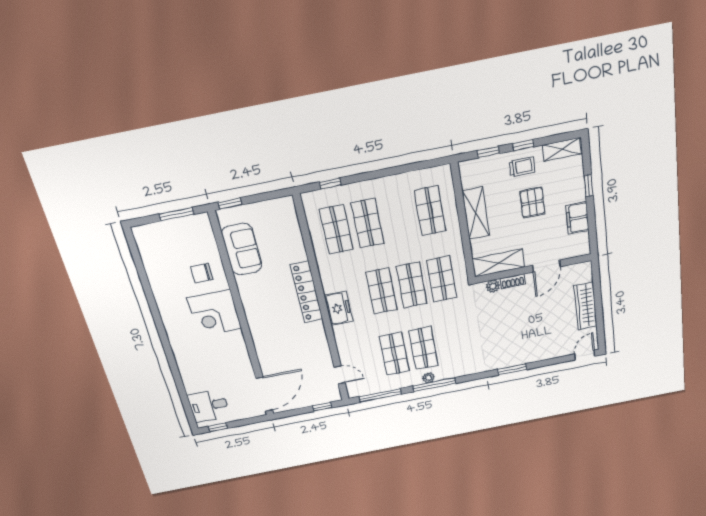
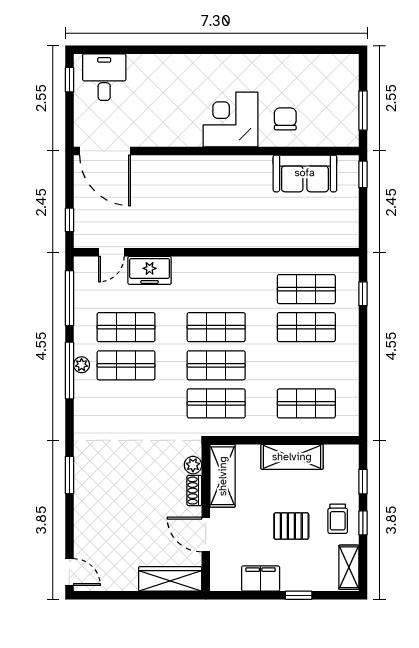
locker: (307, 292) -> (234, 237), removed
wardrobe: (586, 306) -> (170, 579), moved
freezer: (339, 308) -> (150, 270), moved

